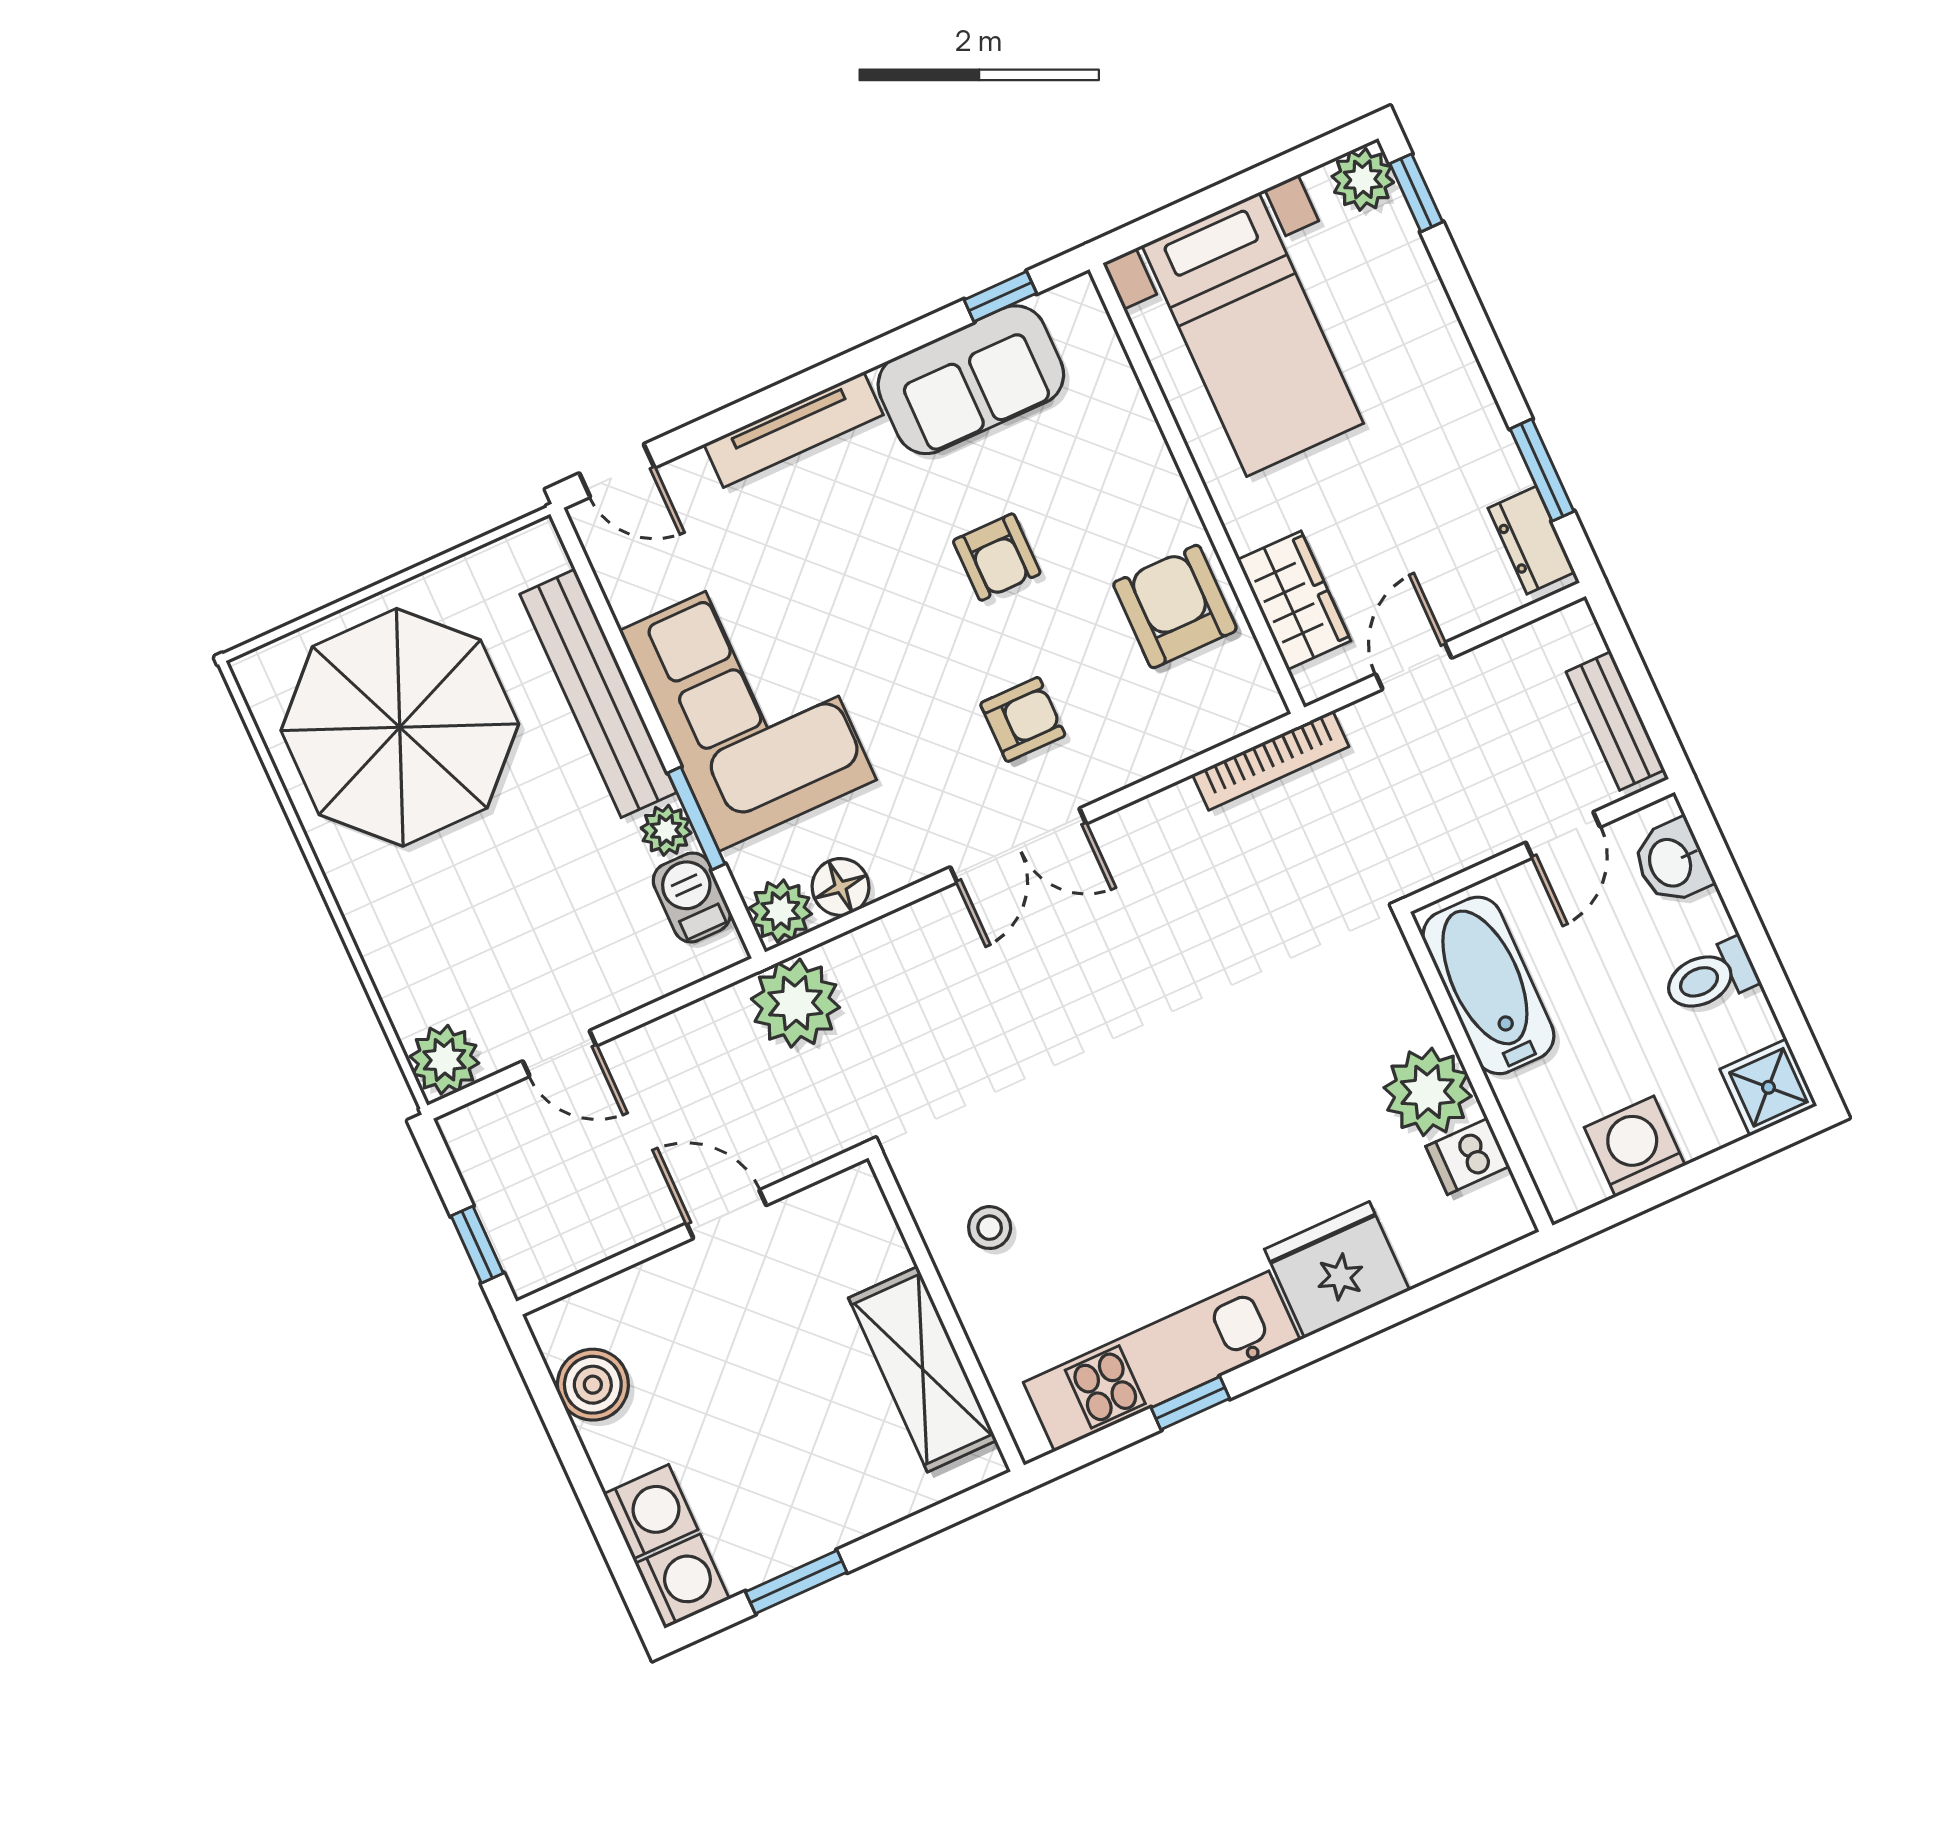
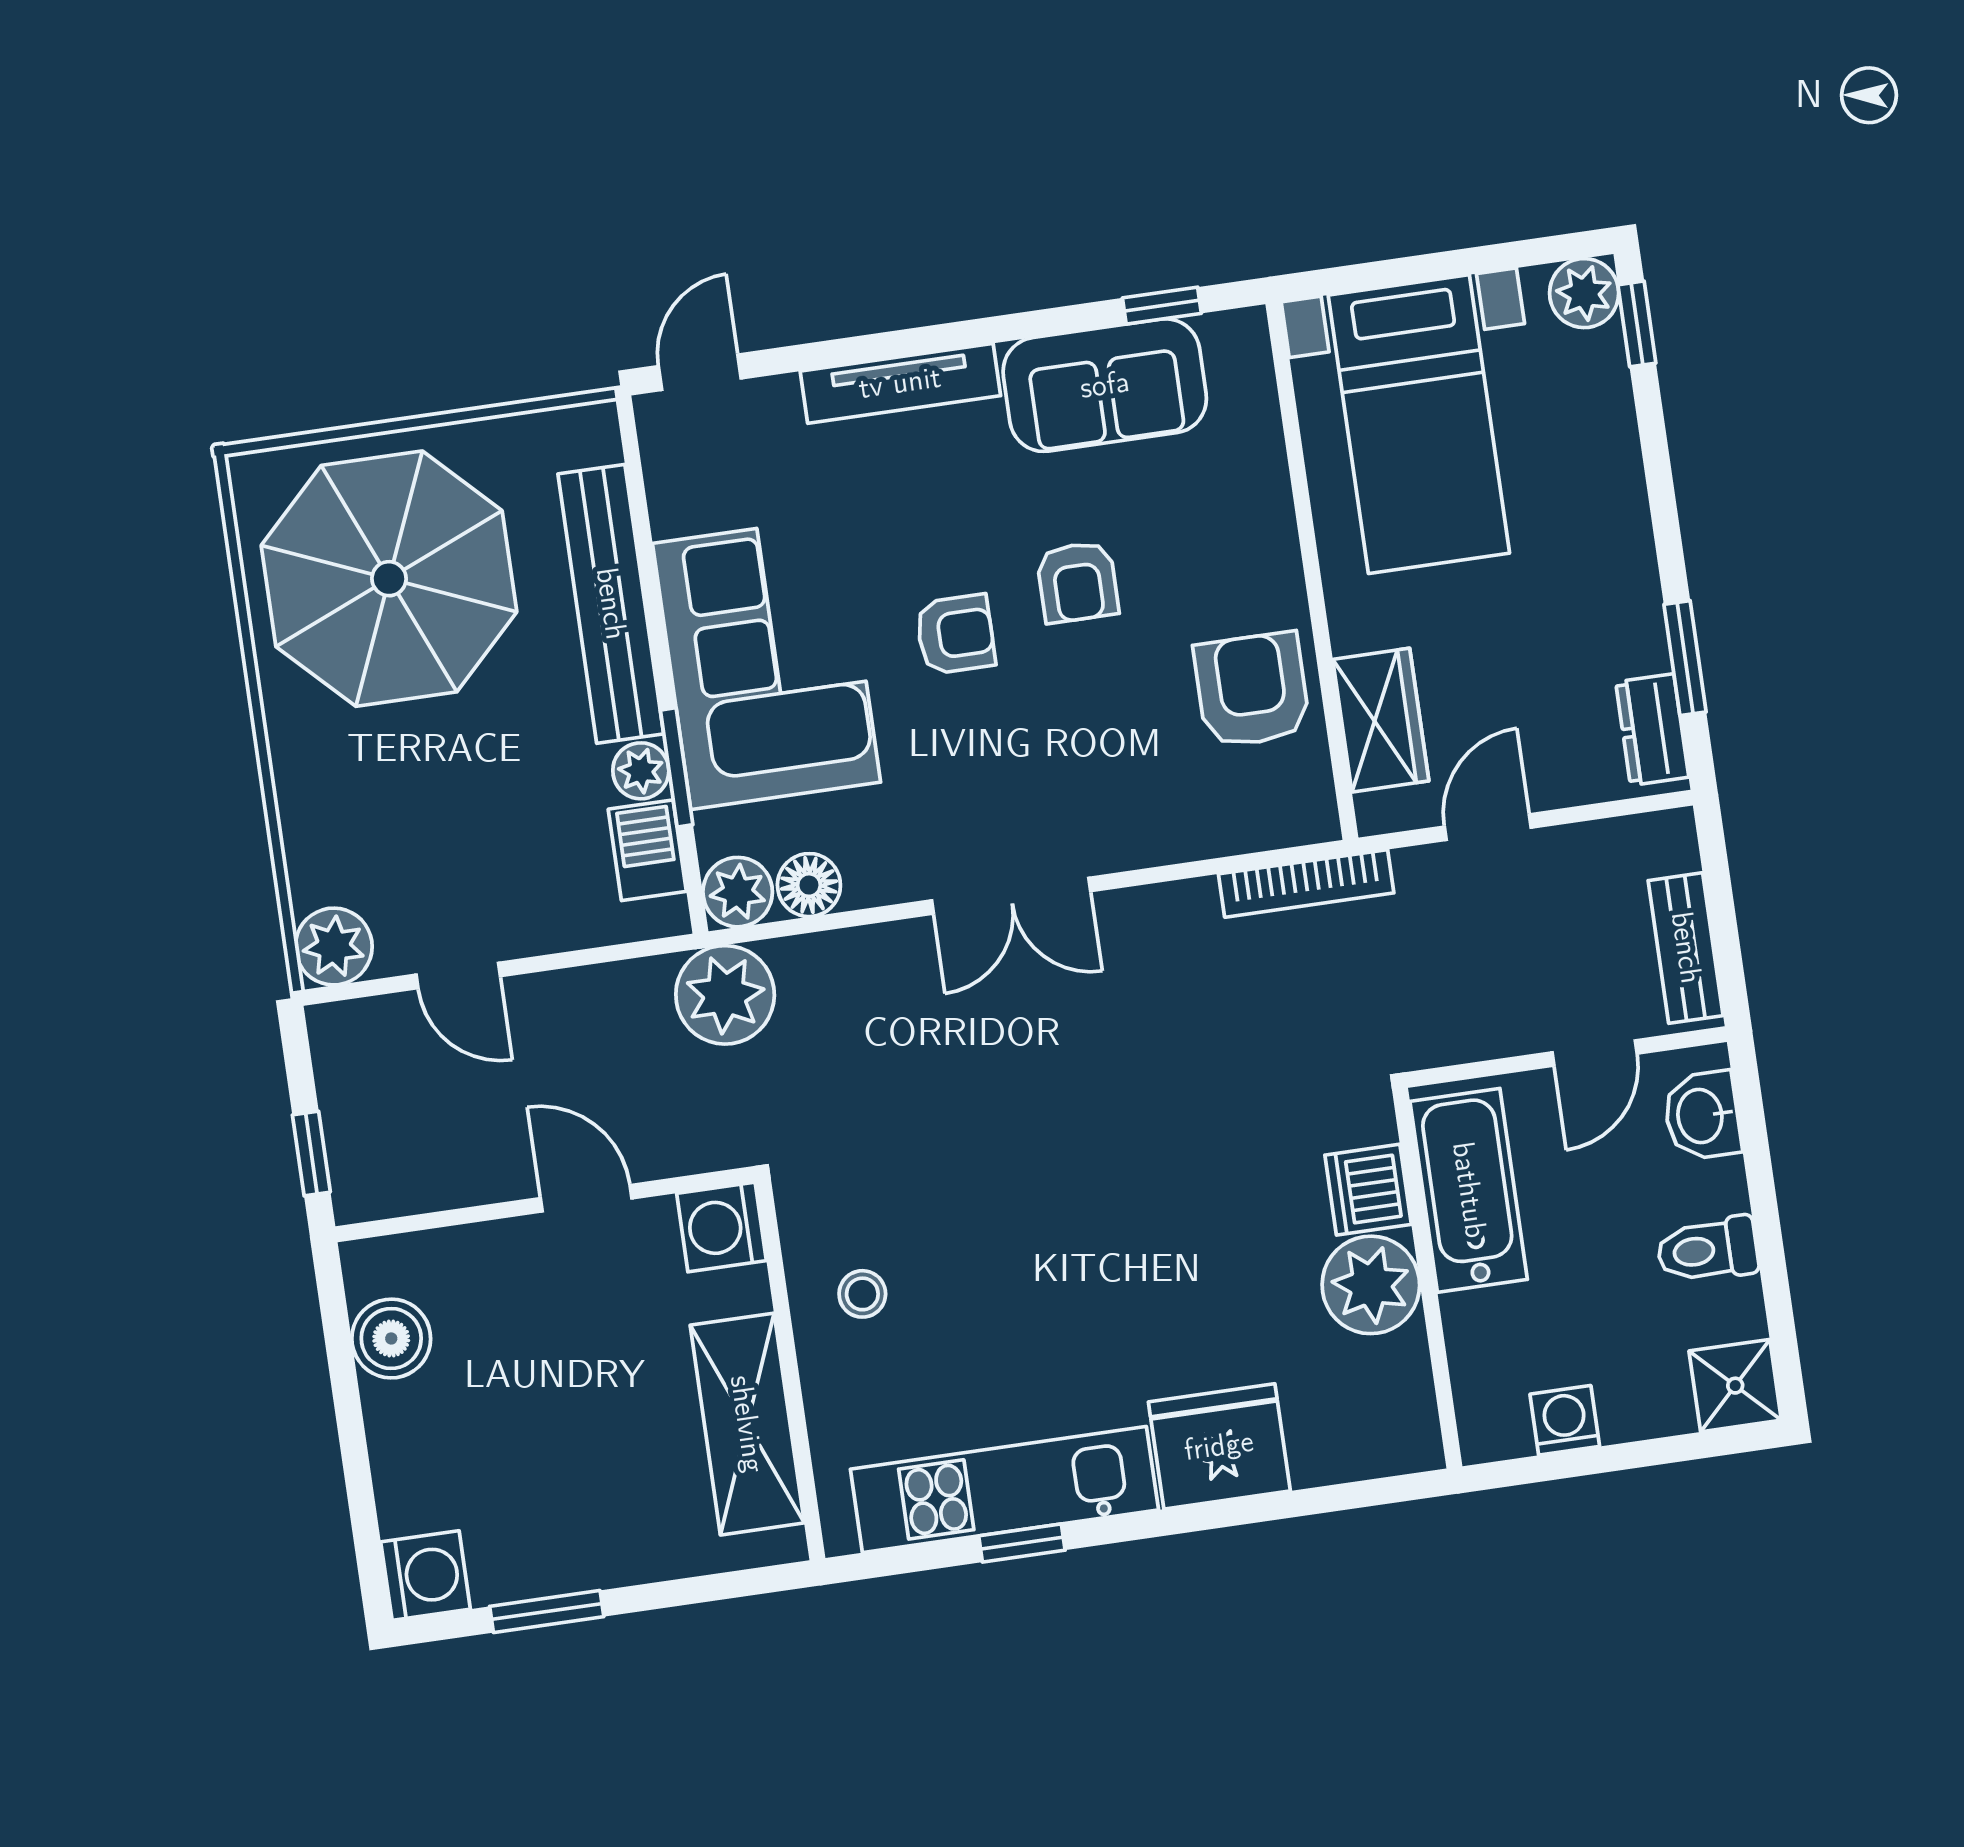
door: (617, 470) -> (700, 372), swing flipped
armchair: (1023, 719) -> (955, 634), moved
washing machine: (1635, 1146) -> (1565, 1420), width x0.73, depth x0.73
dishwasher: (1468, 1156) -> (1368, 1190), moved, width x1.38
washing machine: (651, 1512) -> (722, 1227), moved, turned 180

